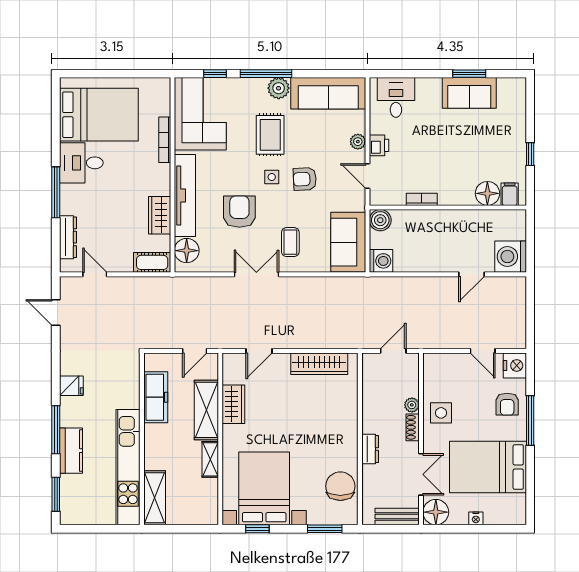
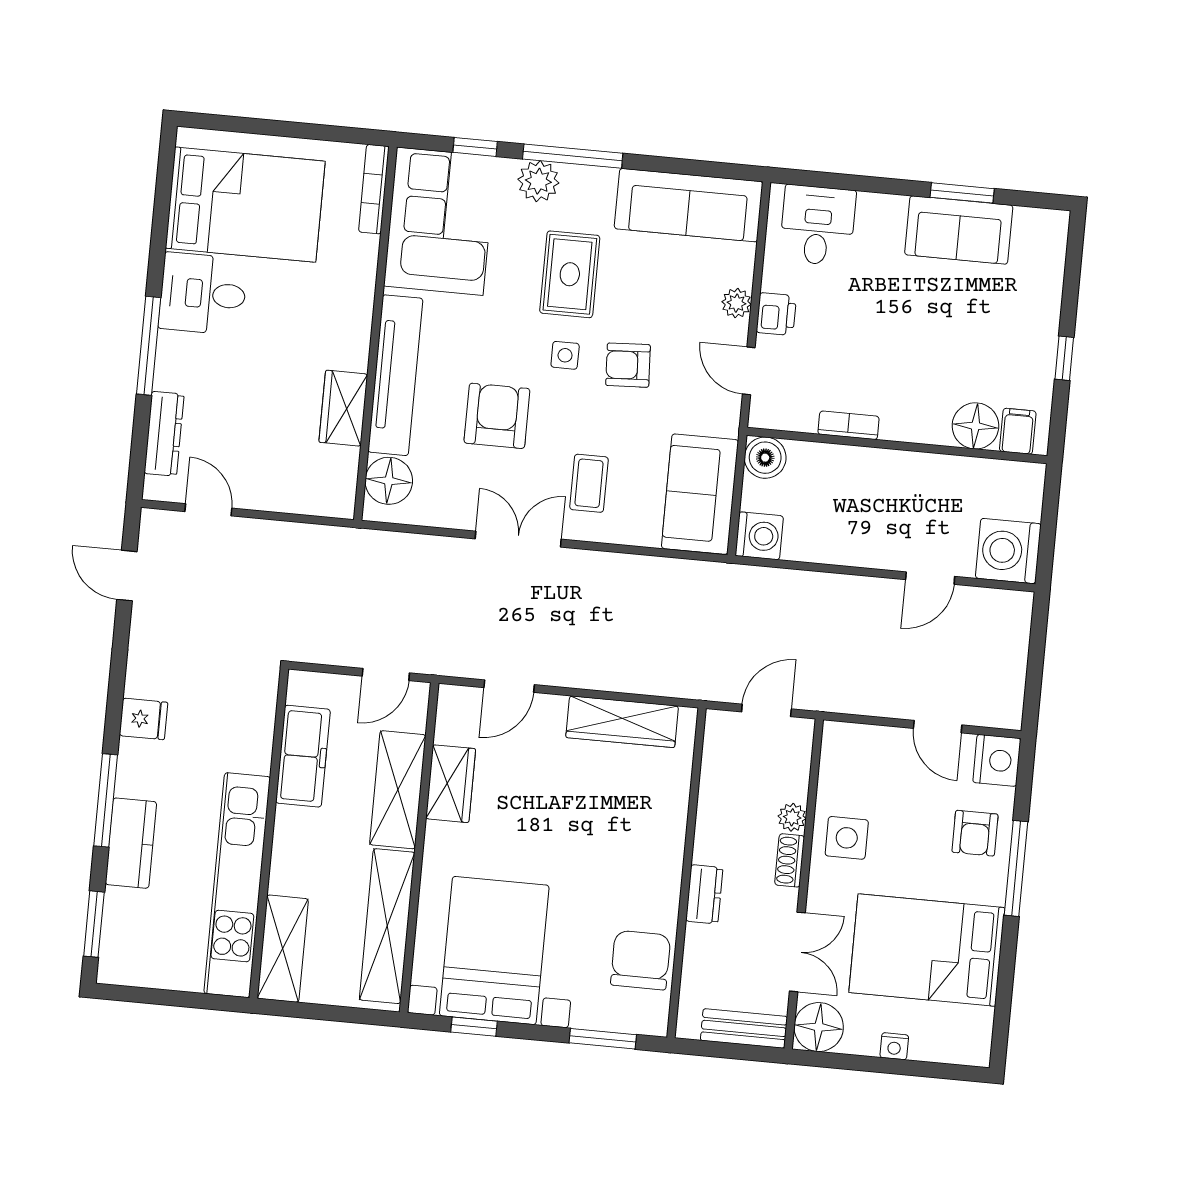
plant: (279, 88) -> (538, 181), moved
bookcase: (165, 140) -> (374, 189), moved
cot: (152, 262) -> (321, 497), removed
shelving: (210, 459) -> (387, 926), width x2.20, depth x1.33

